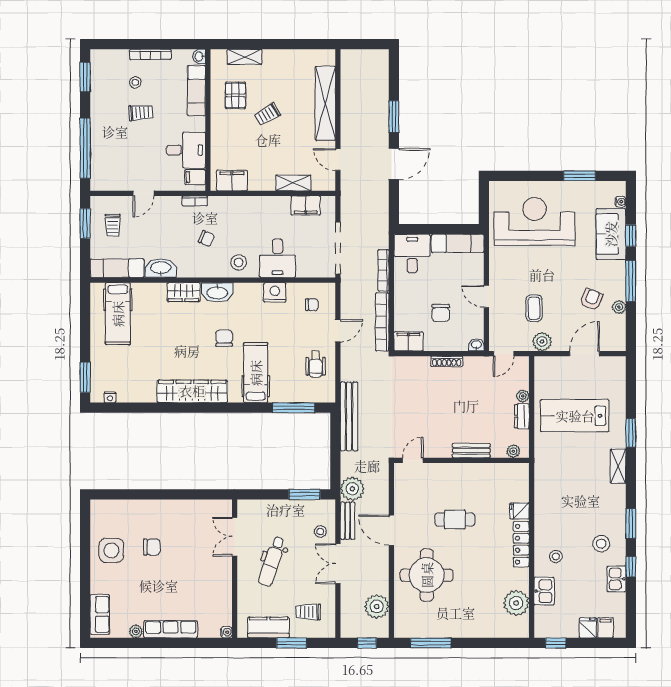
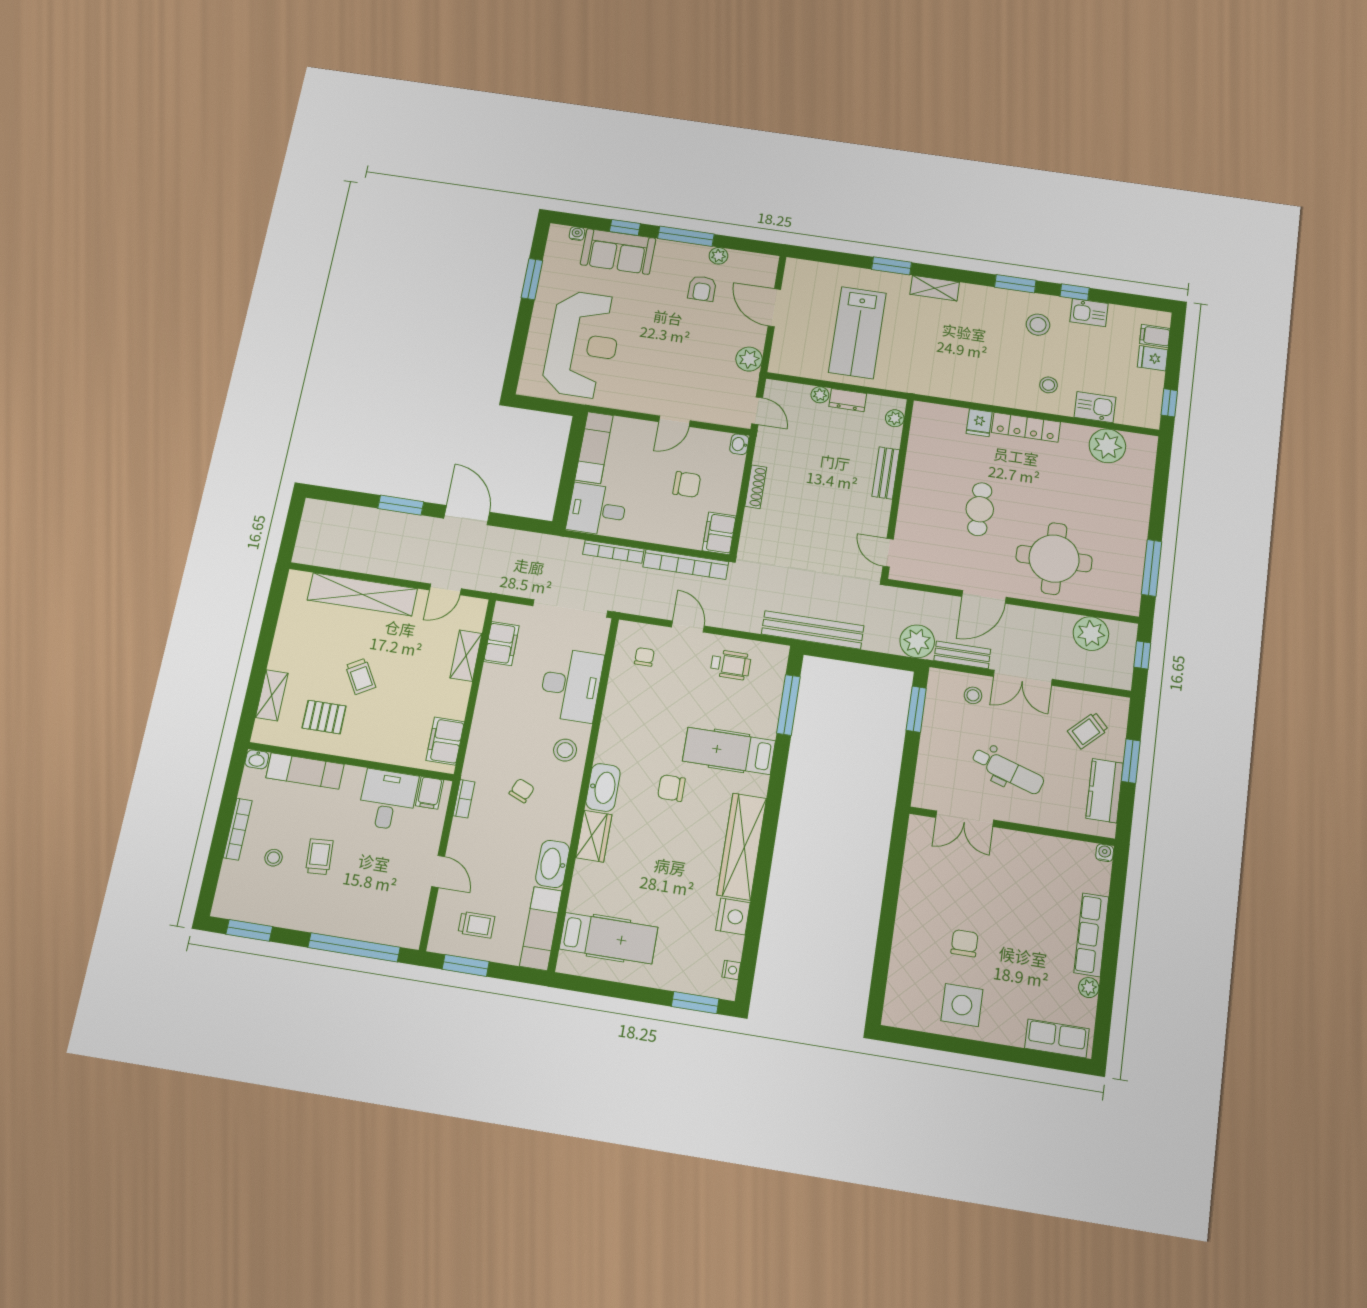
reception desk: (535, 221) -> (583, 344), turned 180
desk: (277, 258) -> (571, 685), width x1.37
nightstand: (275, 292) -> (733, 916), moved, turned 180
armchair: (591, 299) -> (702, 289), turned -112
coffee table: (534, 308) -> (701, 363), removed
trolley: (308, 612) -> (1088, 730), turned 46

